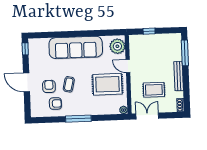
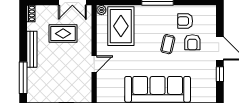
plant: (117, 46) -> (106, 89), removed
window: (25, 49) -> (220, 74), moved
door: (128, 66) -> (94, 64), hinge flipped
rug: (107, 84) -> (121, 26), moved, turned 90

